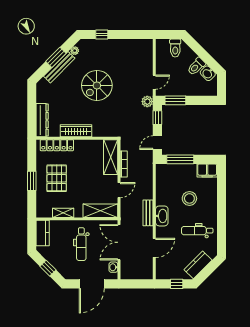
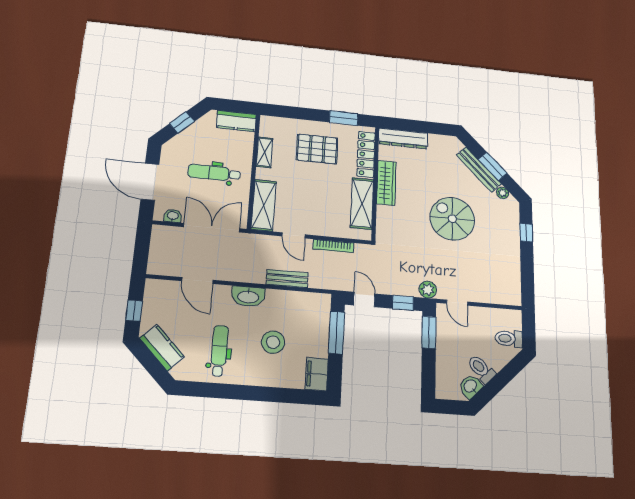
shelving: (111, 157) -> (362, 203), moved, turned 90
window: (32, 181) -> (344, 118), moved
bench: (148, 213) -> (287, 279), moved

